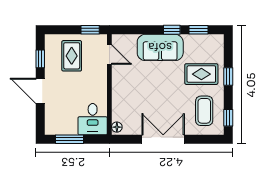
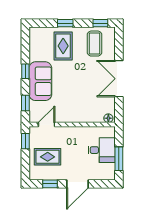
window: (198, 30) -> (25, 103), moved
coffee table: (204, 111) -> (95, 44), turned 90
desk: (93, 119) -> (102, 150), moved

